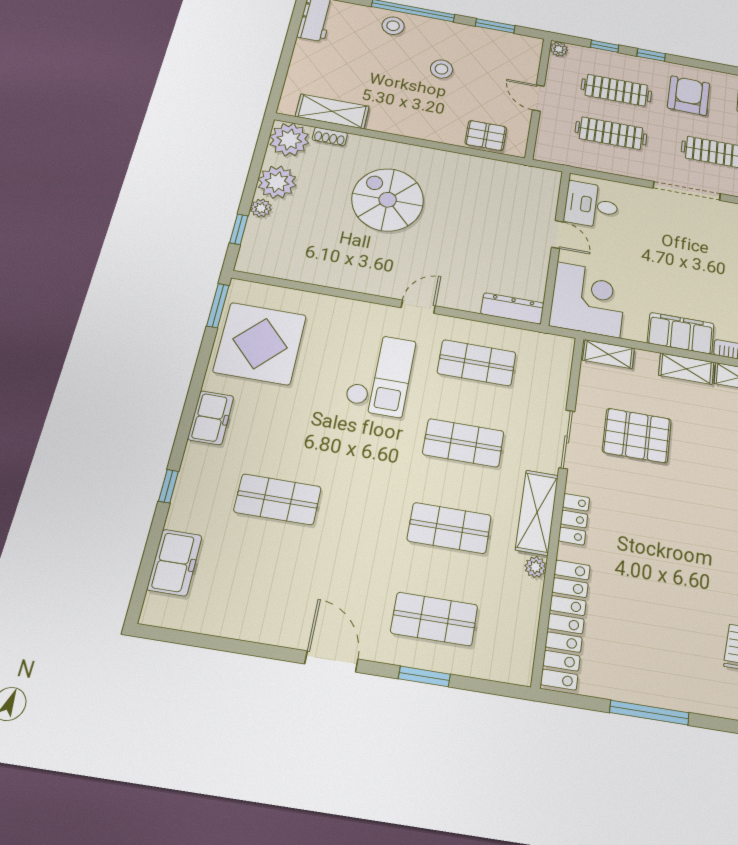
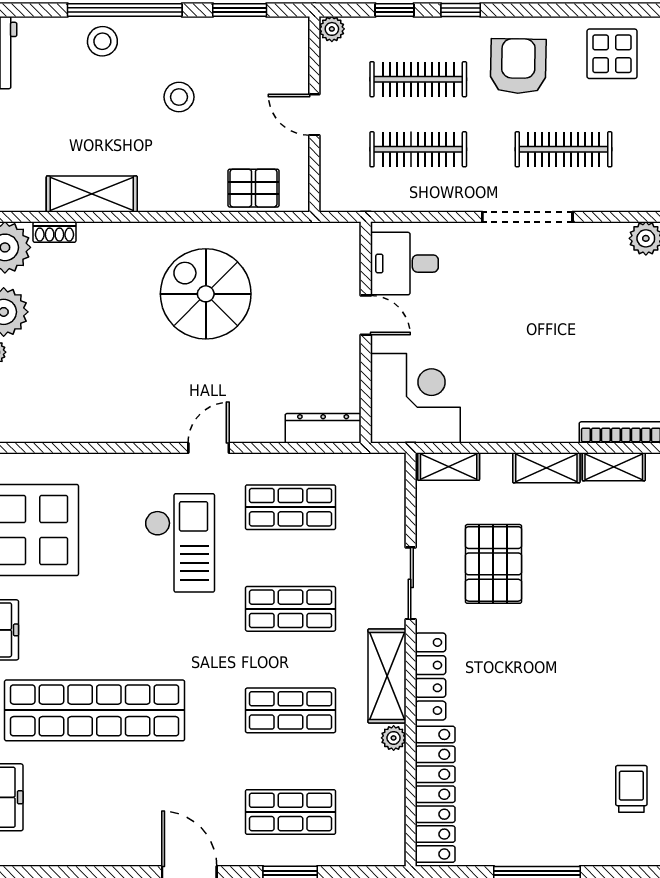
shelving: (332, 111) -> (92, 194), moved
spiral stairs: (388, 200) -> (206, 294), moved
filing cabinet: (681, 333) -> (536, 422), removed
pallet: (637, 436) -> (493, 564), turned 90
shop shelf: (278, 499) -> (95, 710), width x2.00, depth x1.36
locker: (574, 519) -> (431, 676), width x1.53

